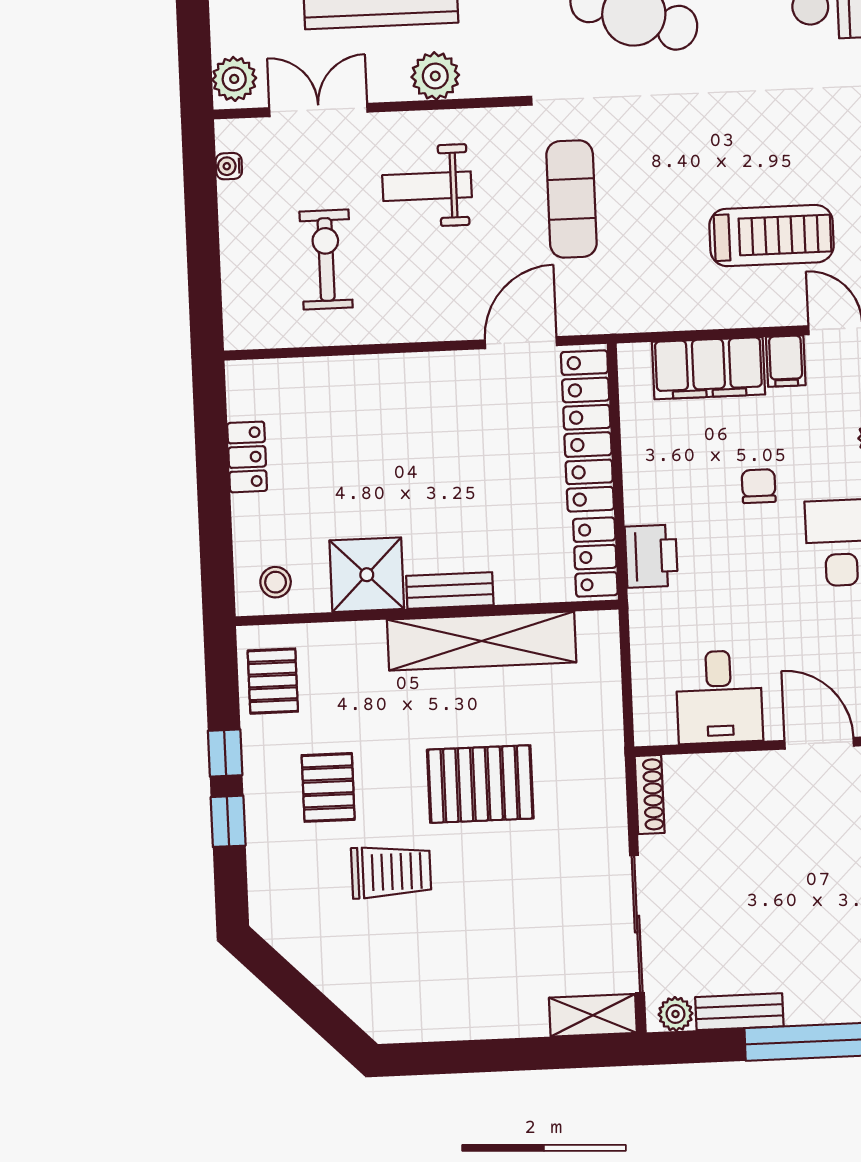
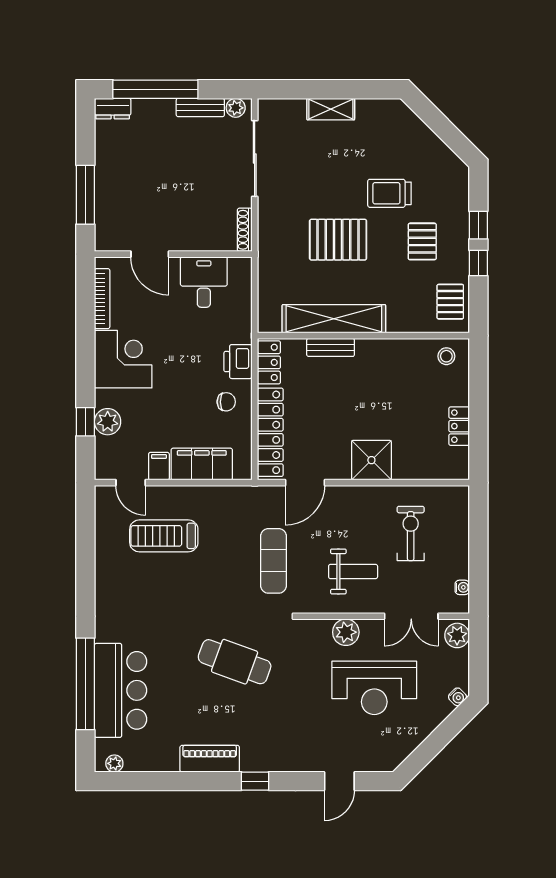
exercise bike: (326, 259) -> (411, 533), turned 180
chair: (759, 486) -> (226, 402), moved, turned -90
shower: (367, 575) -> (371, 460), moved
bench: (450, 591) -> (331, 347), moved
shelving: (593, 1015) -> (331, 109), moved

